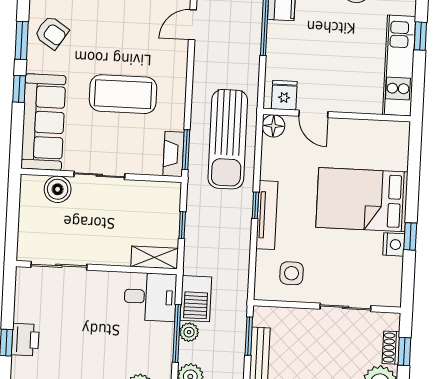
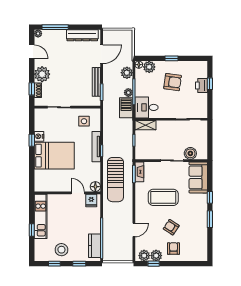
armchair: (52, 33) -> (171, 227), moved
sofa: (43, 122) -> (198, 177), width x0.73
sun lounger: (228, 139) -> (115, 180), turned 180
armchair: (89, 351) -> (173, 82), added

